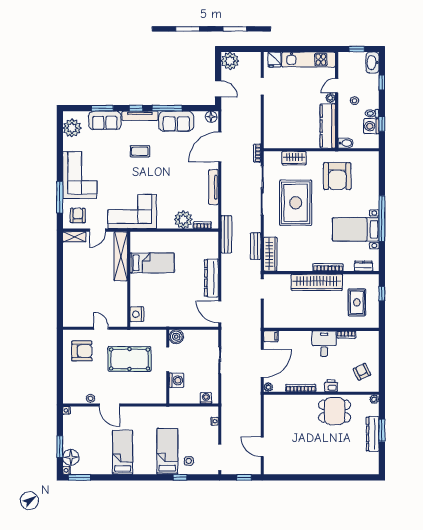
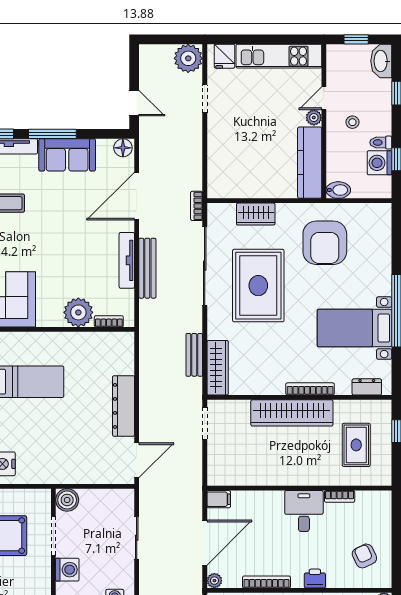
plant: (230, 61) -> (188, 58), moved
bench: (226, 234) -> (147, 268), moved
door: (220, 312) -> (137, 460), swing flipped

